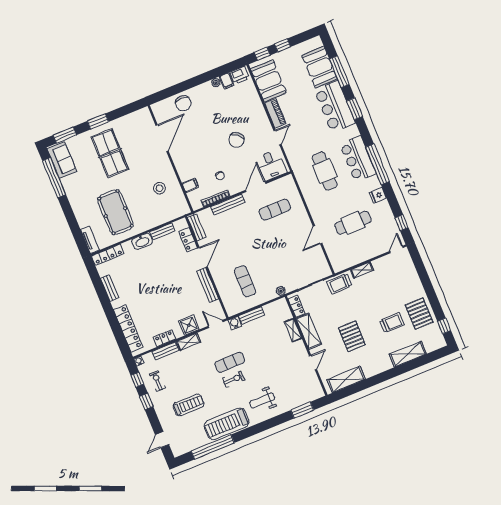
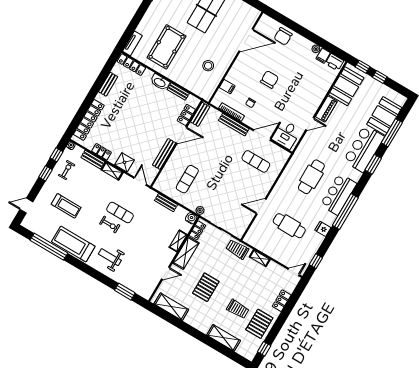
chair: (236, 140) -> (269, 80), moved, turned 141
locker: (414, 279) -> (282, 301), added
water cooler: (235, 323) -> (191, 218), moved

